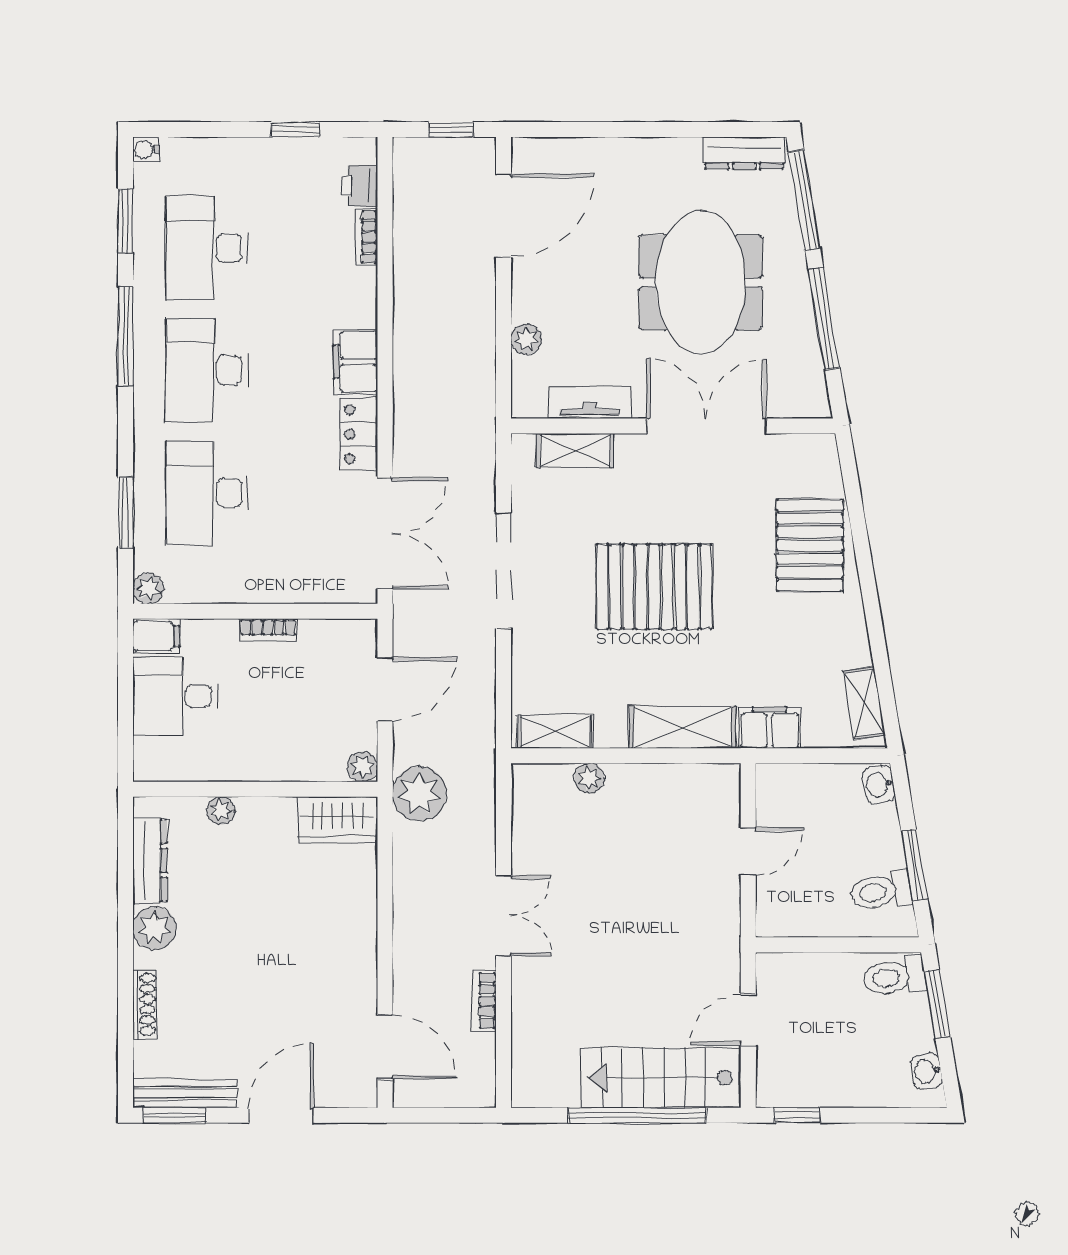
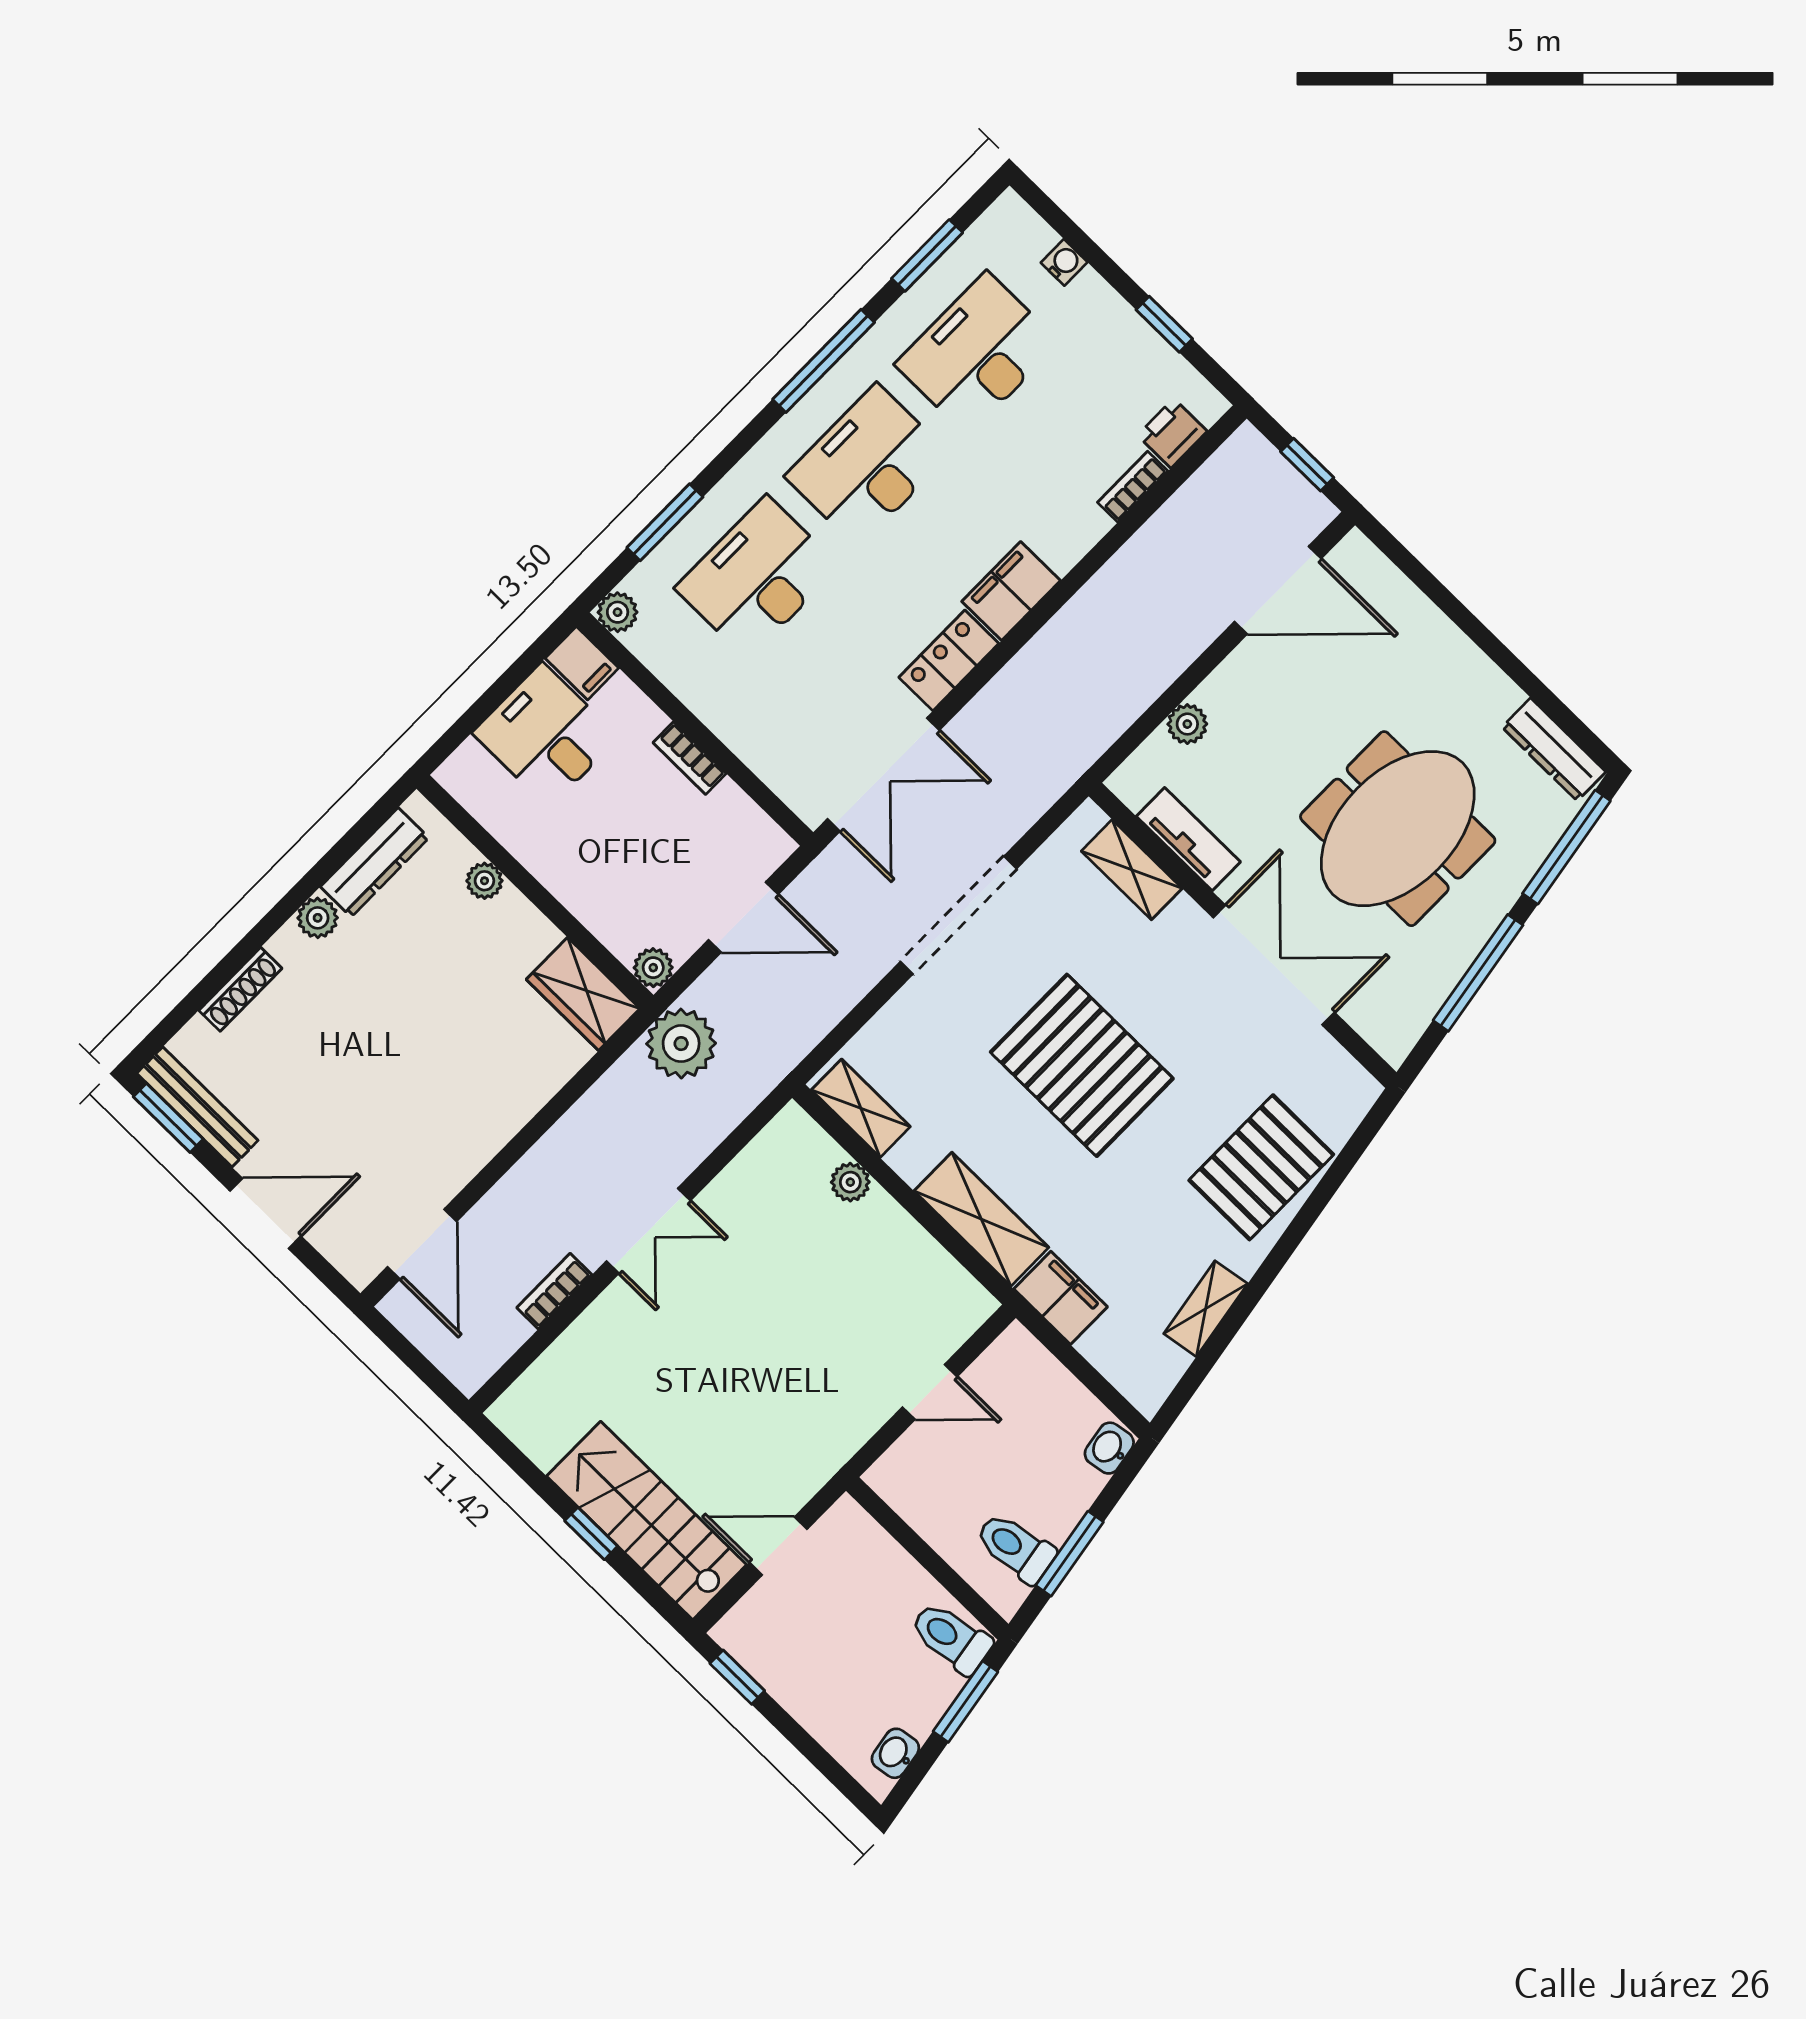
water cooler: (146, 150) -> (1064, 262), moved, turned 90
shelving: (864, 703) -> (1206, 1309), moved
plant: (154, 928) -> (318, 918), width x0.73, depth x0.73
window: (637, 1115) -> (591, 1533), width x0.32

